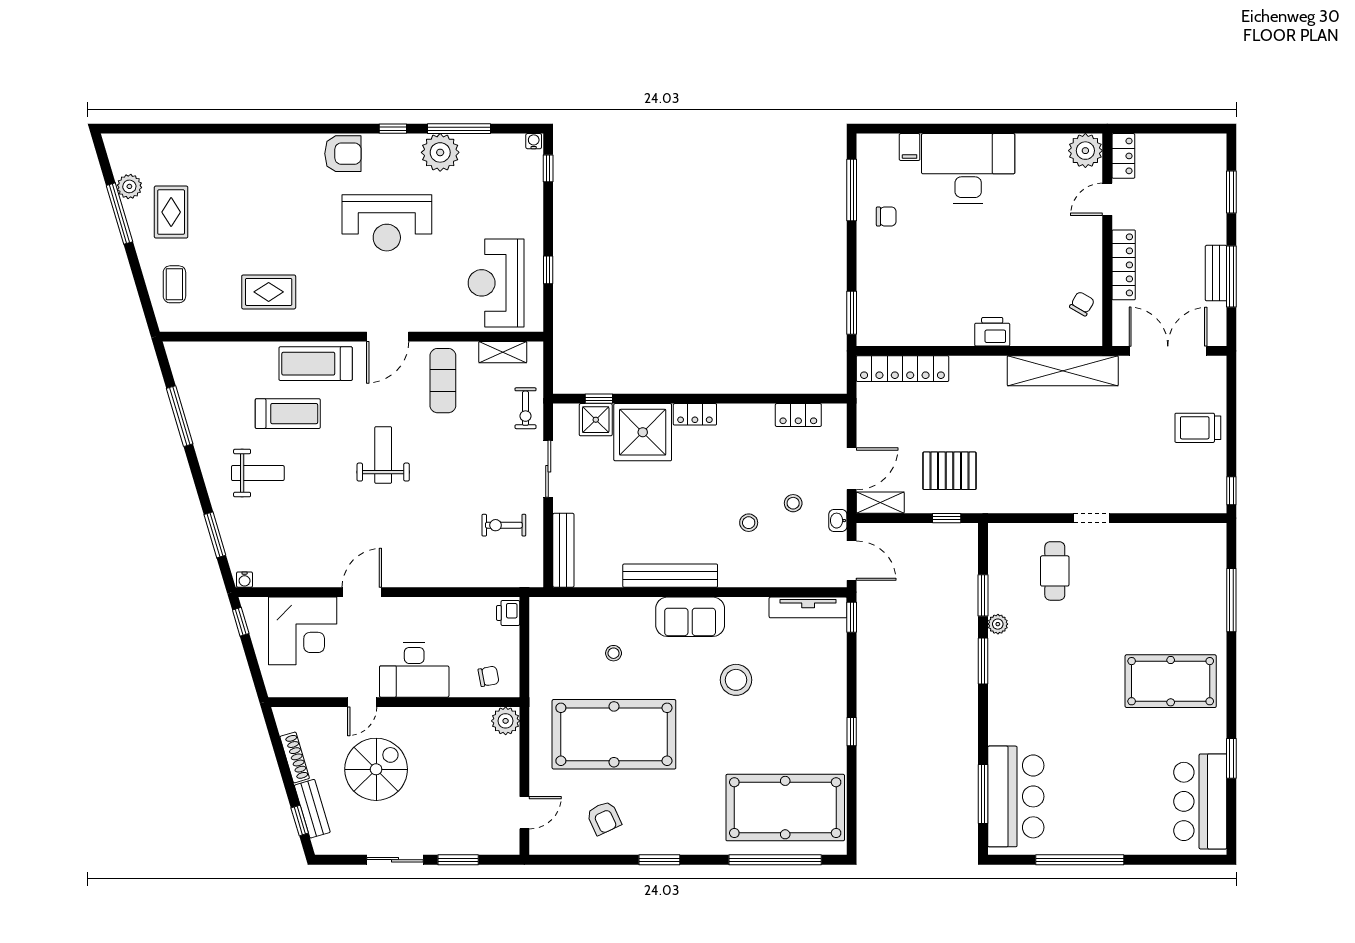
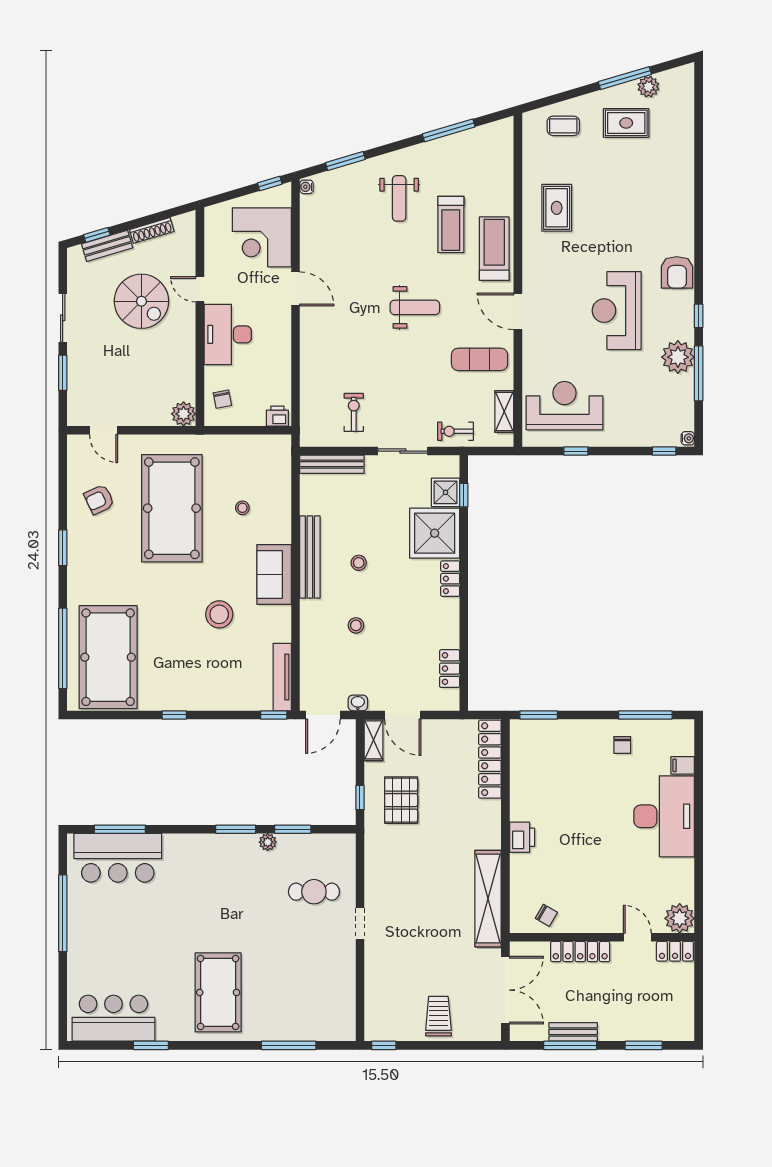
stool: (793, 503) -> (359, 563), moved

